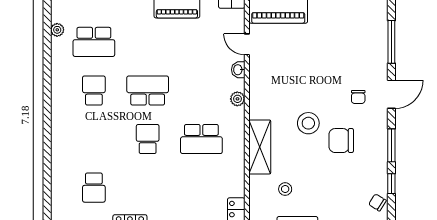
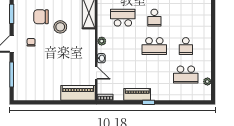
school desk: (94, 42) -> (186, 74), turned 180
chair: (341, 141) -> (41, 17), turned 180

